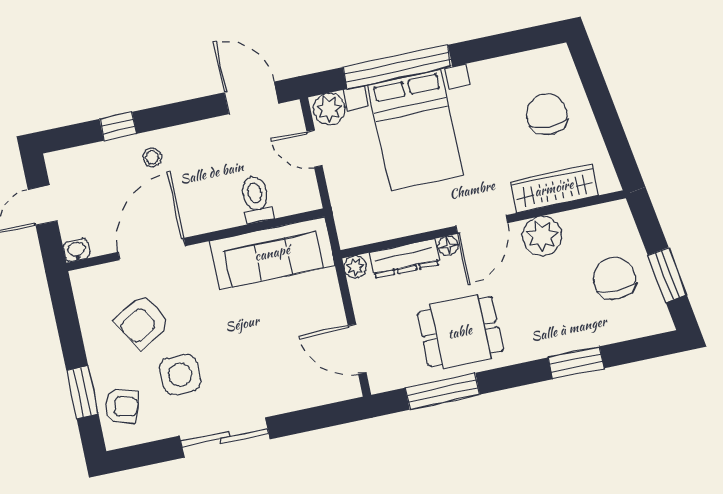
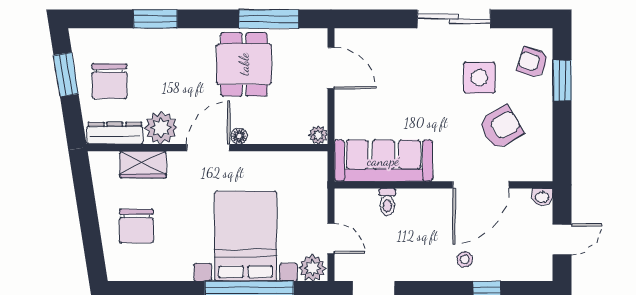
wardrobe: (554, 188) -> (143, 165), width x0.67
toilet: (256, 199) -> (387, 202), width x0.73, depth x0.72
dresser: (404, 259) -> (115, 133), moved
dining table: (460, 332) -> (244, 64), turned 90

